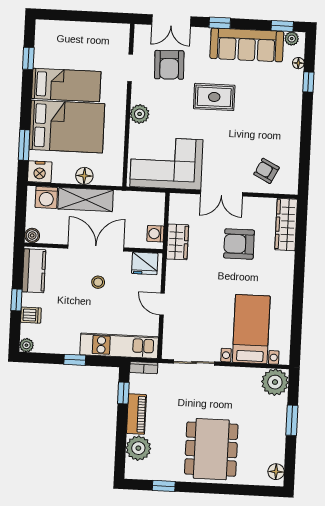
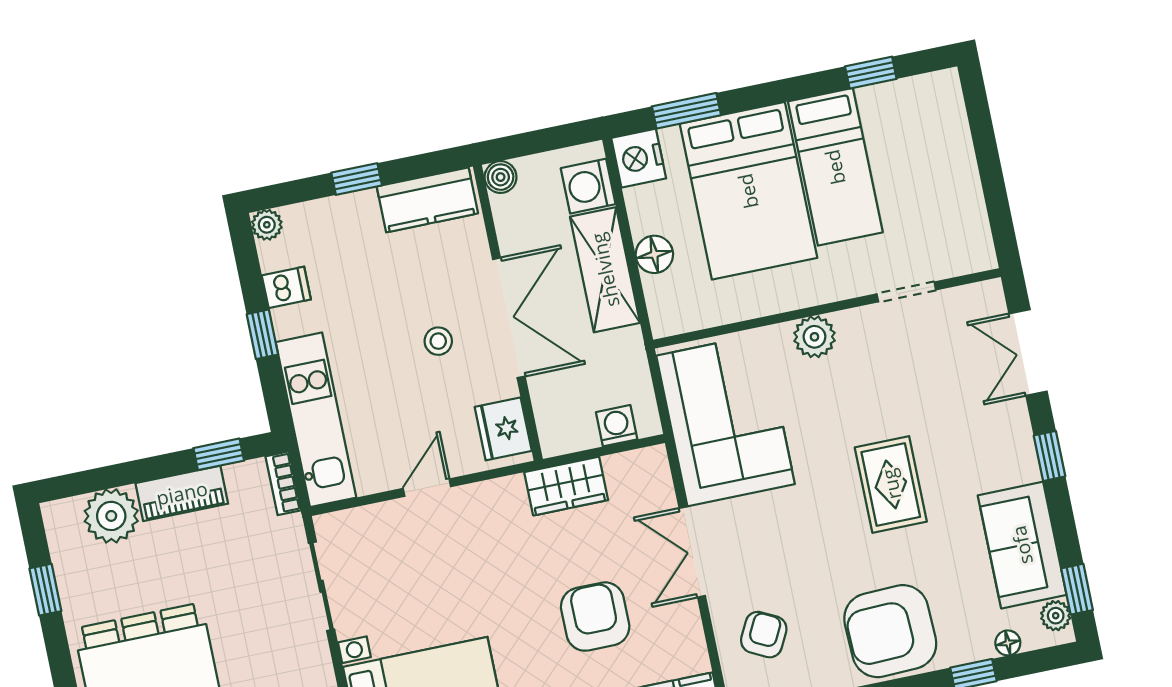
sofa: (247, 45) -> (1022, 545), width x0.73
armchair: (169, 65) -> (890, 631), moved, width x1.36, depth x1.36
washing machine: (155, 234) -> (617, 426), moved
dishwasher: (31, 315) -> (286, 287), moved, turned -90

